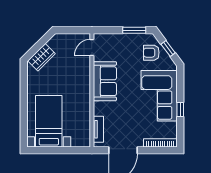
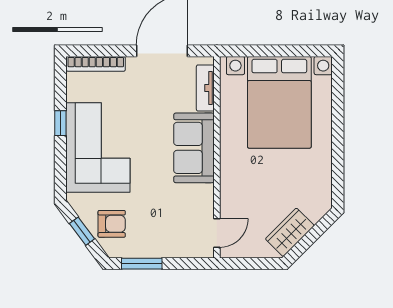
wardrobe: (42, 57) -> (290, 232), moved
sofa: (105, 81) -> (194, 148), moved
bed with nightstands: (49, 121) -> (279, 102), width x1.36

